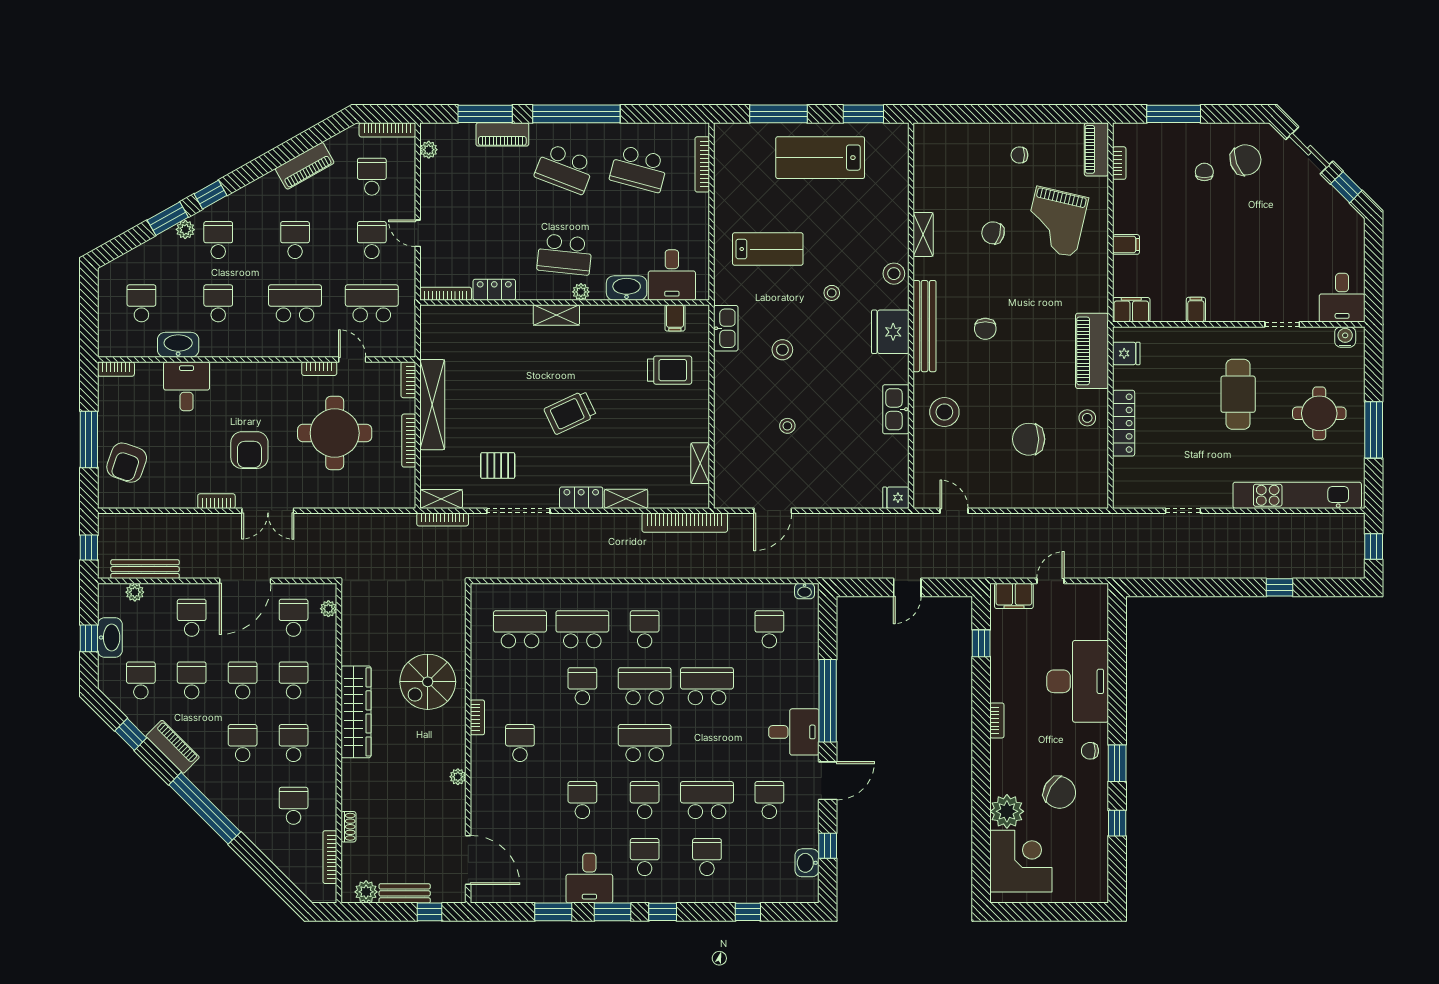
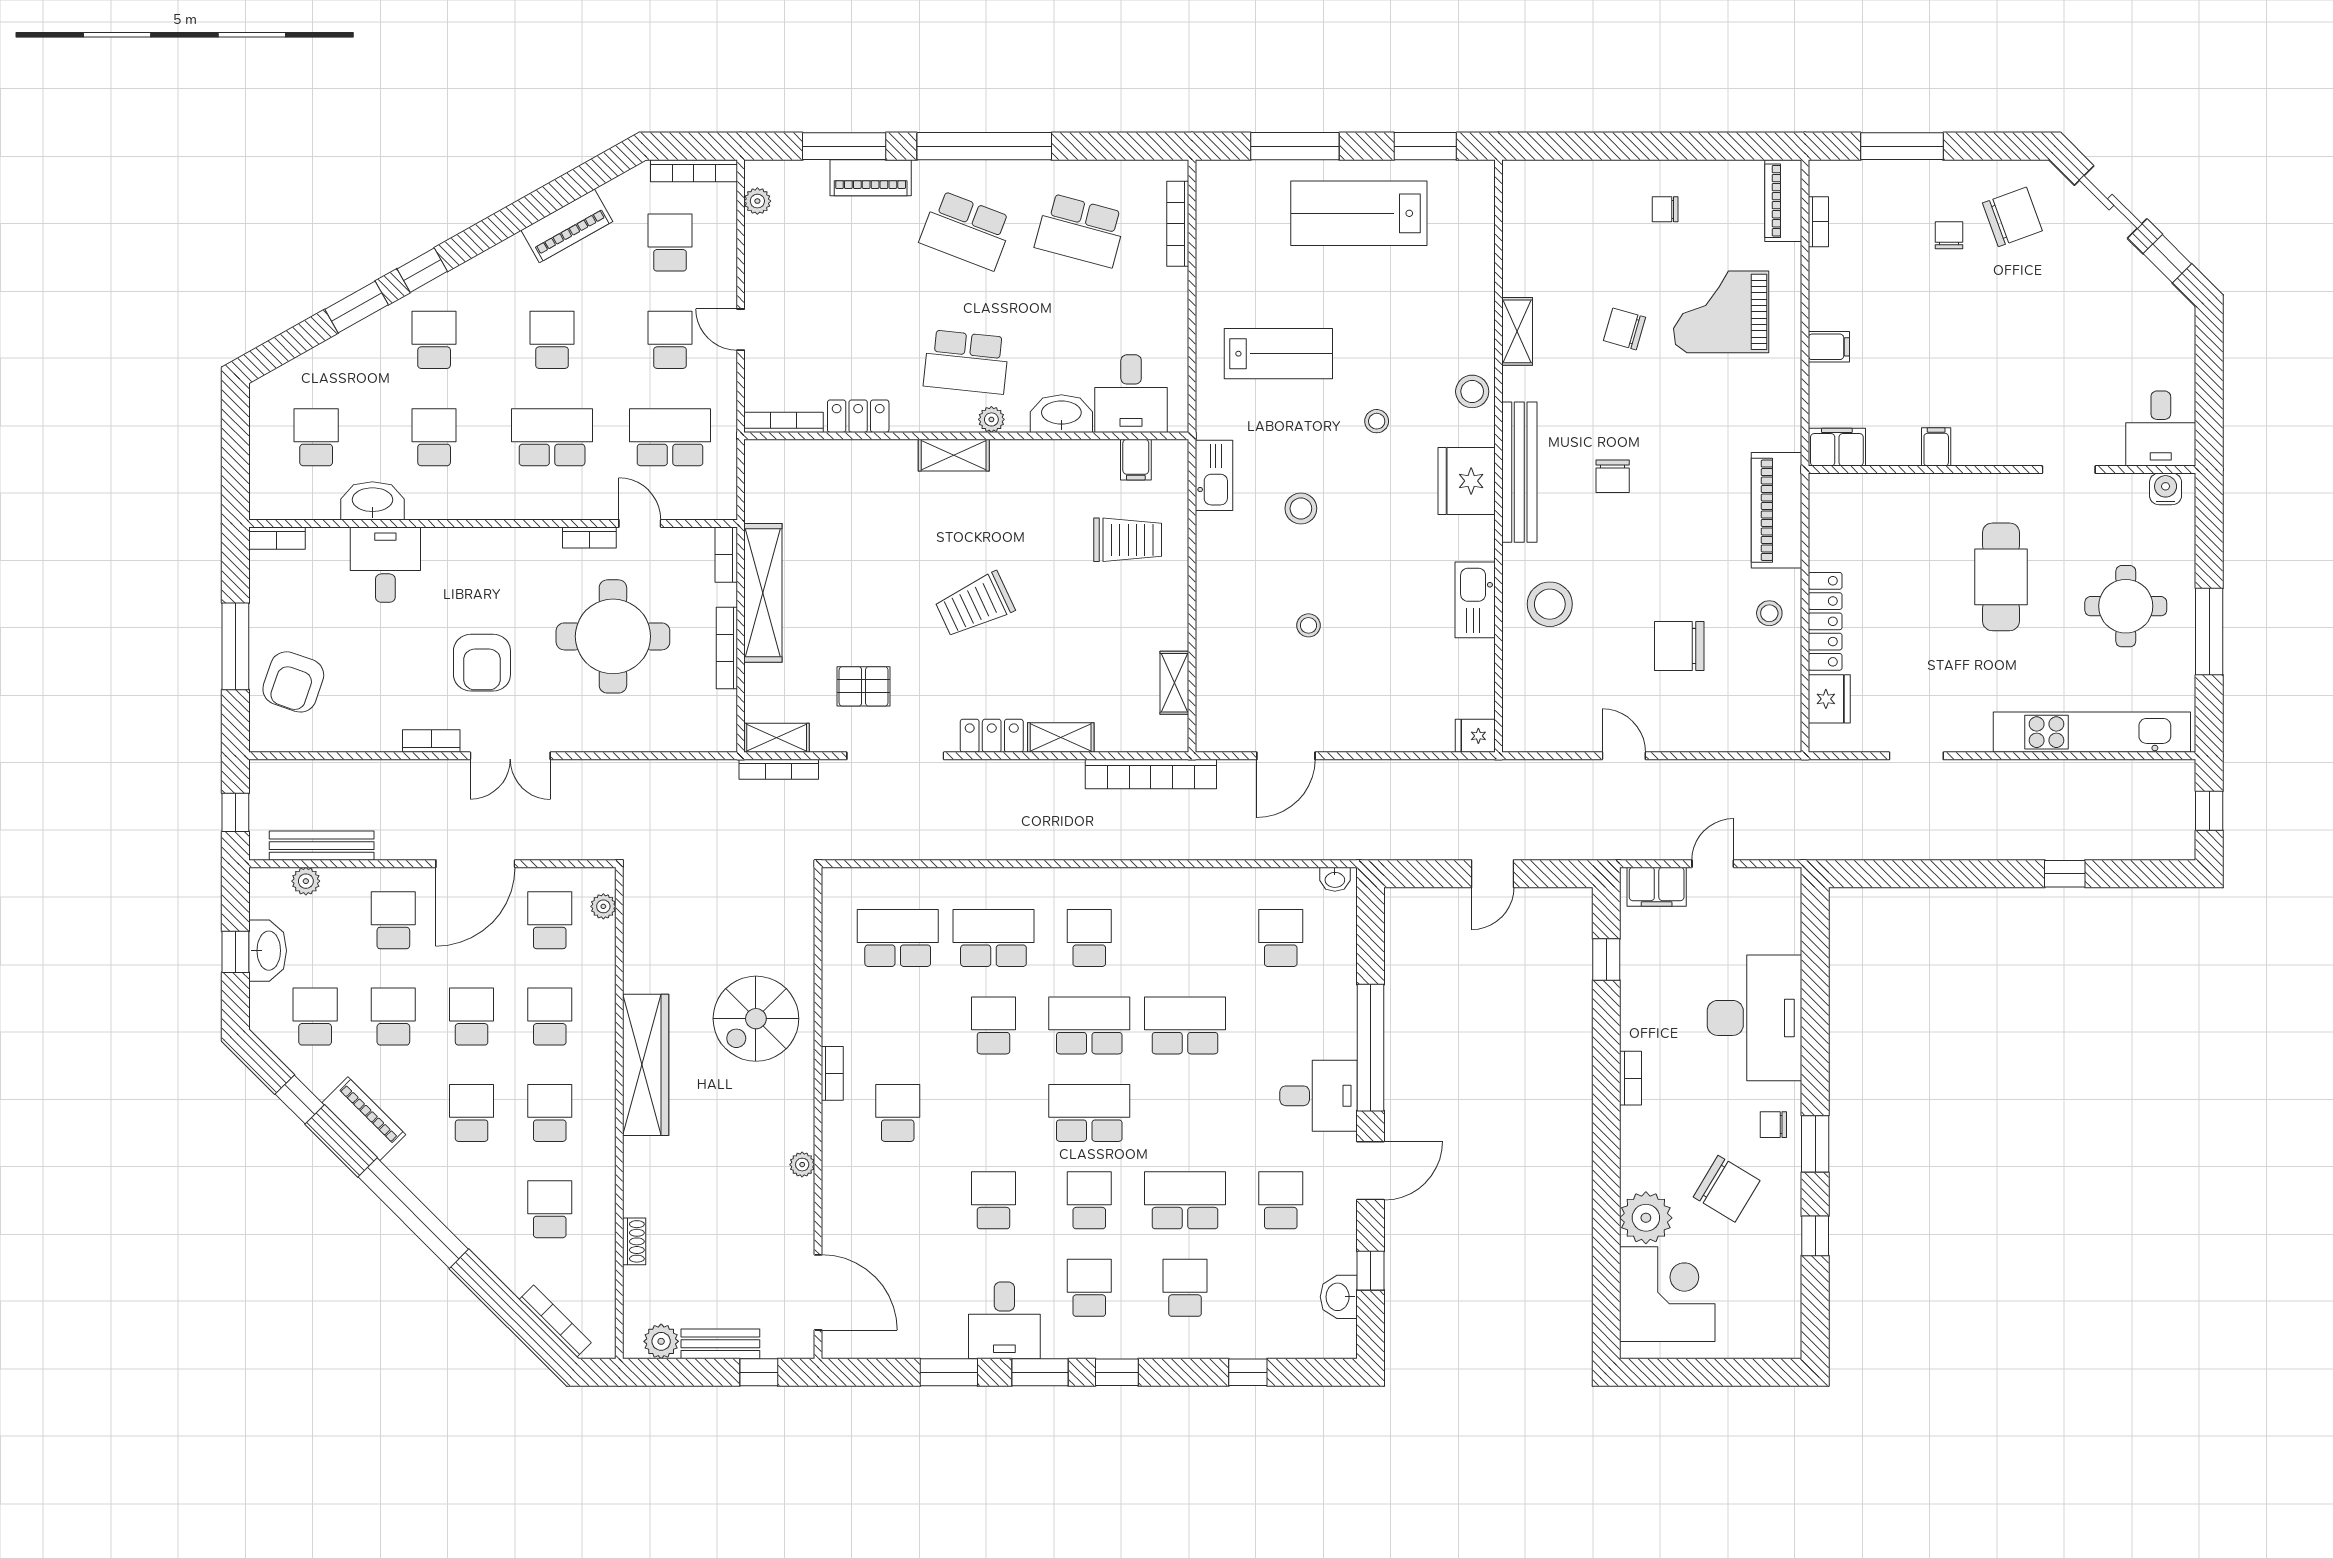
grand piano: (1056, 222) -> (1721, 312), turned 77
plant: (185, 230) -> (384, 324), removed
fridge: (1126, 353) -> (1829, 699), moved, width x1.38
door: (954, 511) -> (1624, 756), moved
bookcase: (330, 857) -> (555, 1321), moved, turned 135

